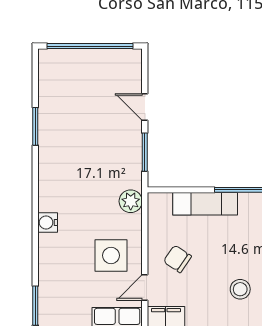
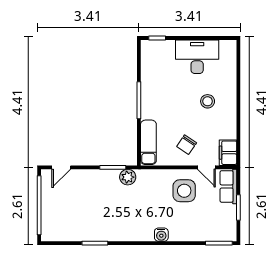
door: (145, 107) -> (61, 167), moved
plant: (131, 201) -> (128, 177), moved
exam couch: (205, 204) -> (148, 142), moved

